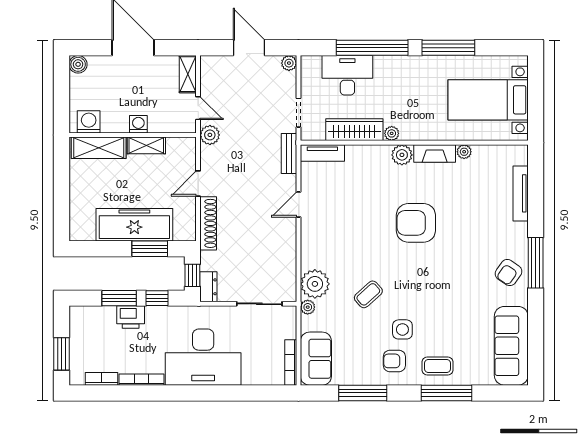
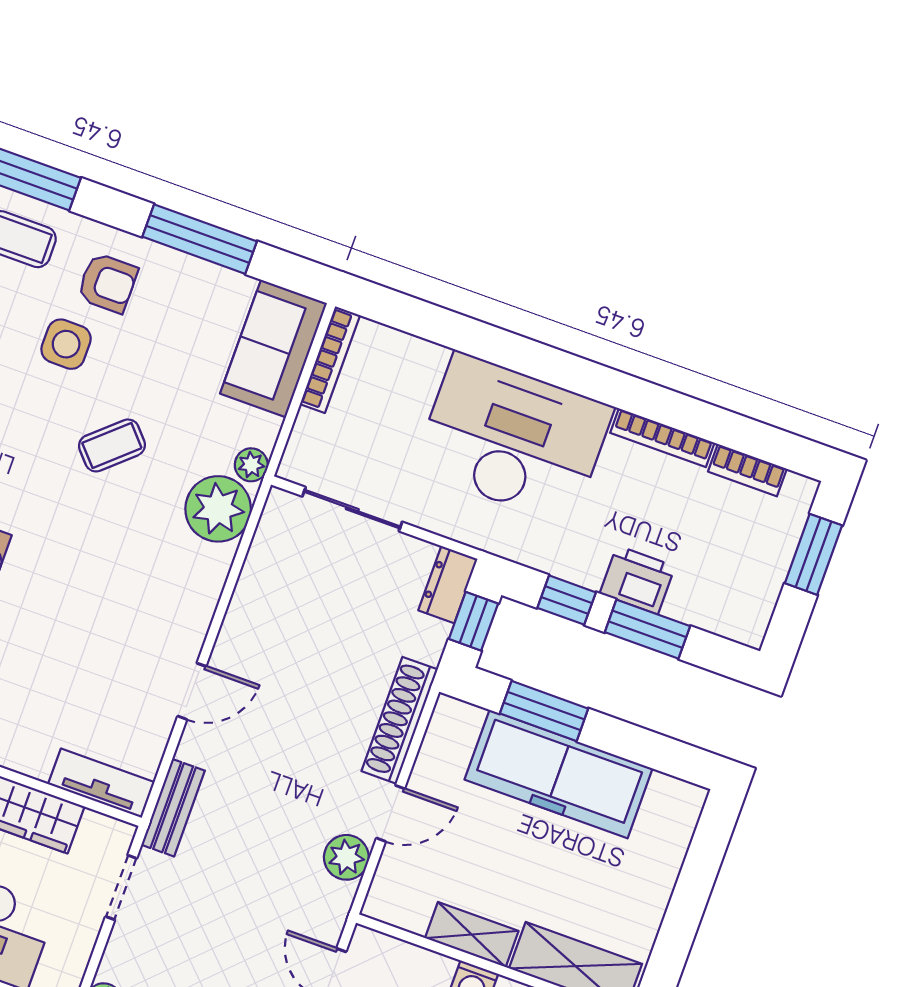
plant: (210, 135) -> (346, 857), moved

